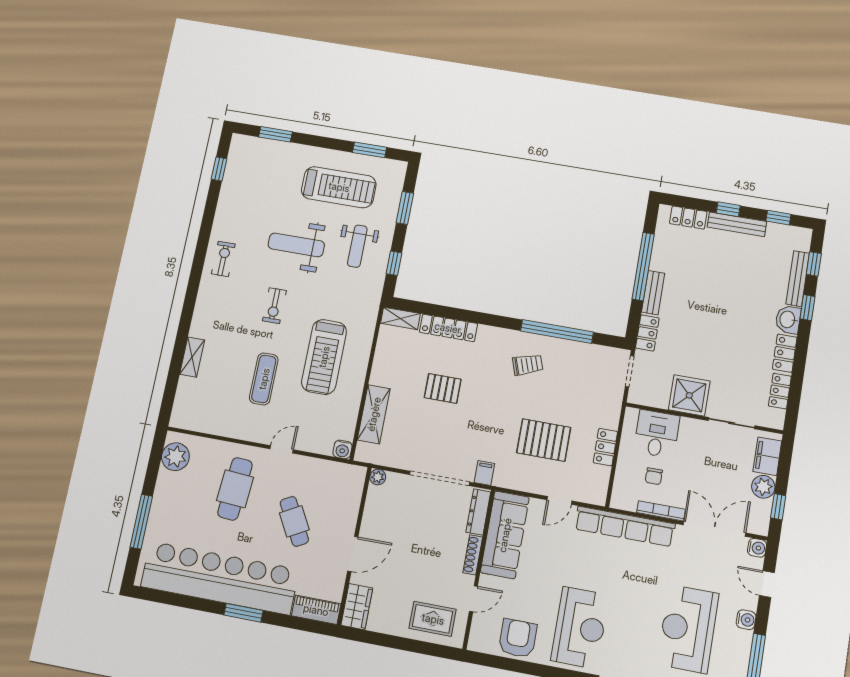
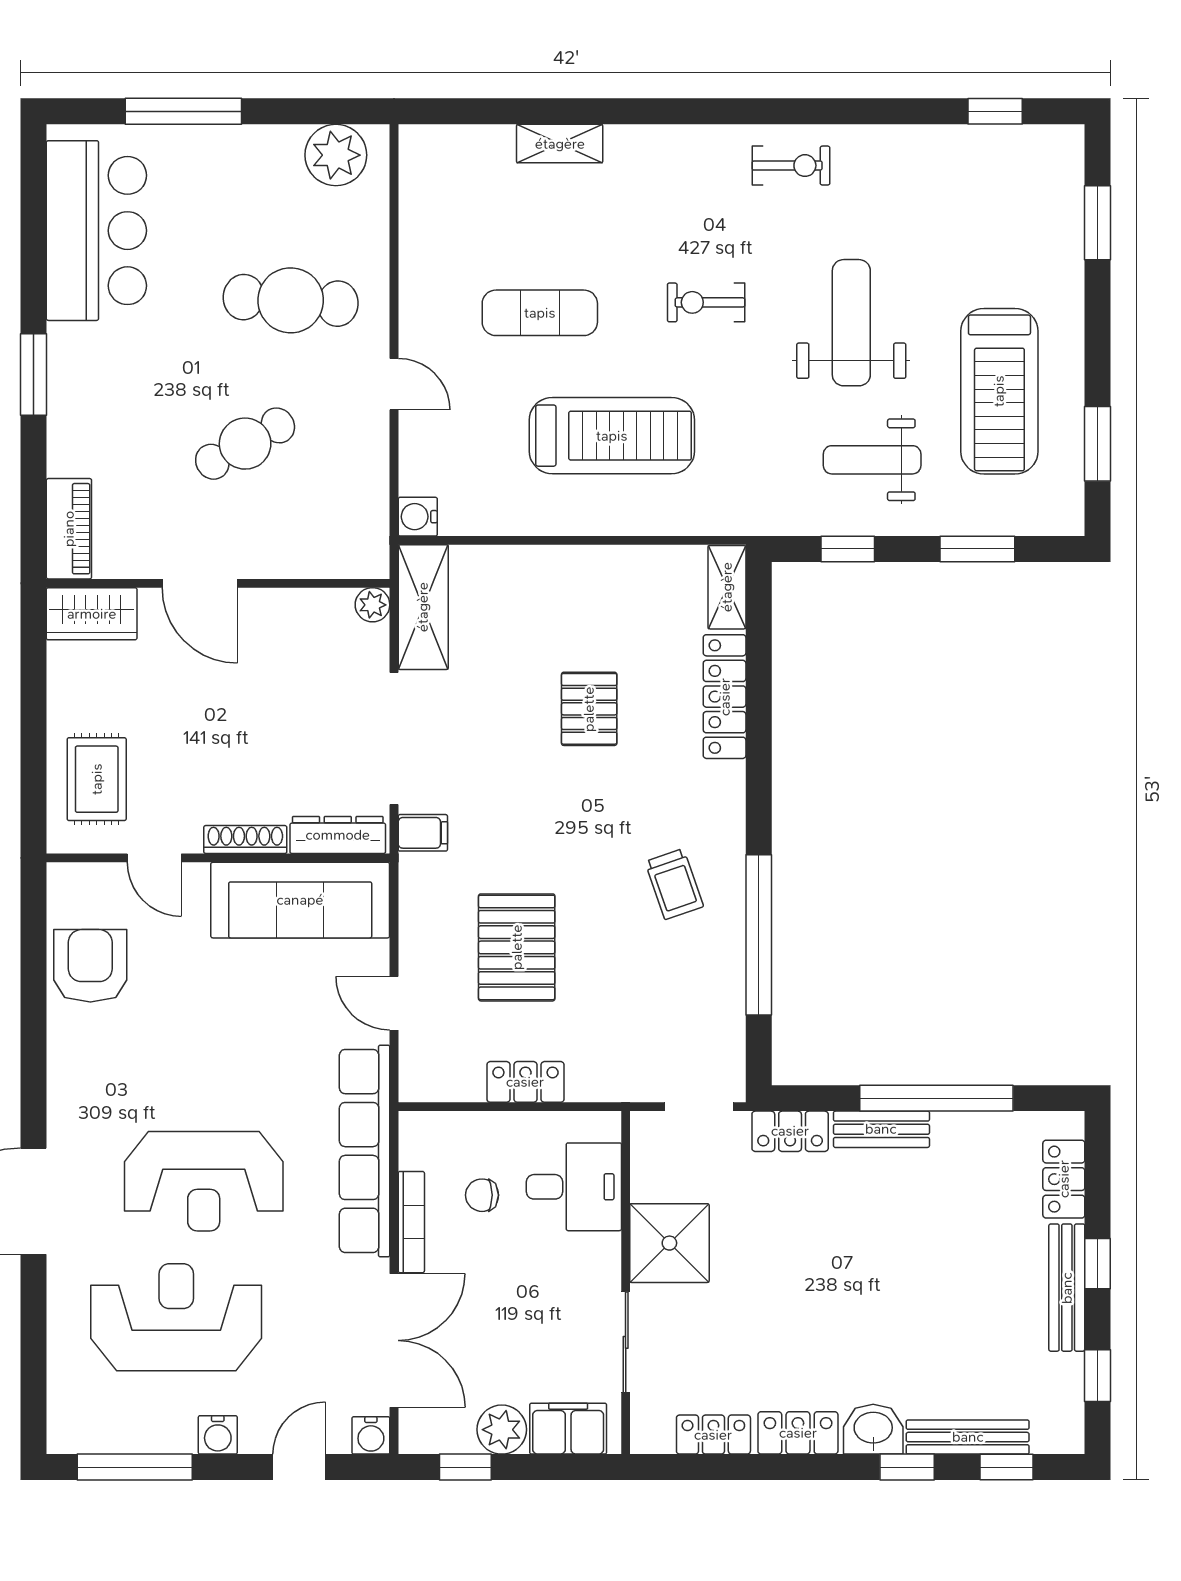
treadmill: (324, 357) -> (612, 436), turned 180
shelving: (374, 414) -> (423, 607), moved, turned 90
bar counter: (220, 578) -> (96, 231), width x0.54
reception desk: (580, 628) -> (204, 1181), moved
armchair: (518, 638) -> (90, 966), turned -90

